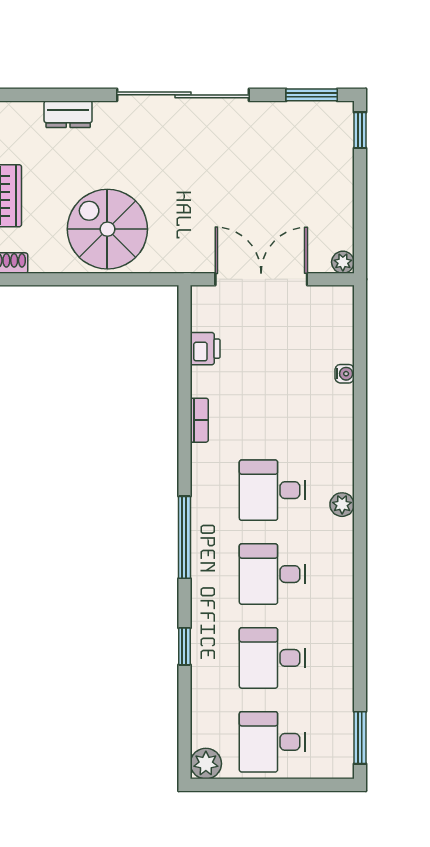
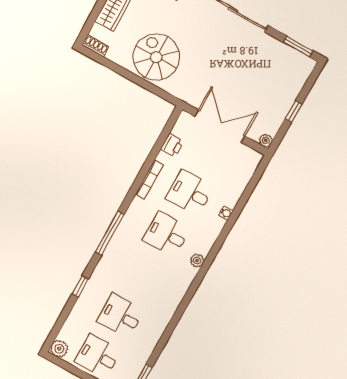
window: (360, 130) -> (294, 111), moved
water cooler: (345, 374) -> (226, 213), moved
bookcase: (199, 420) -> (149, 179), width x1.56
desk: (272, 574) -> (190, 193), moved

